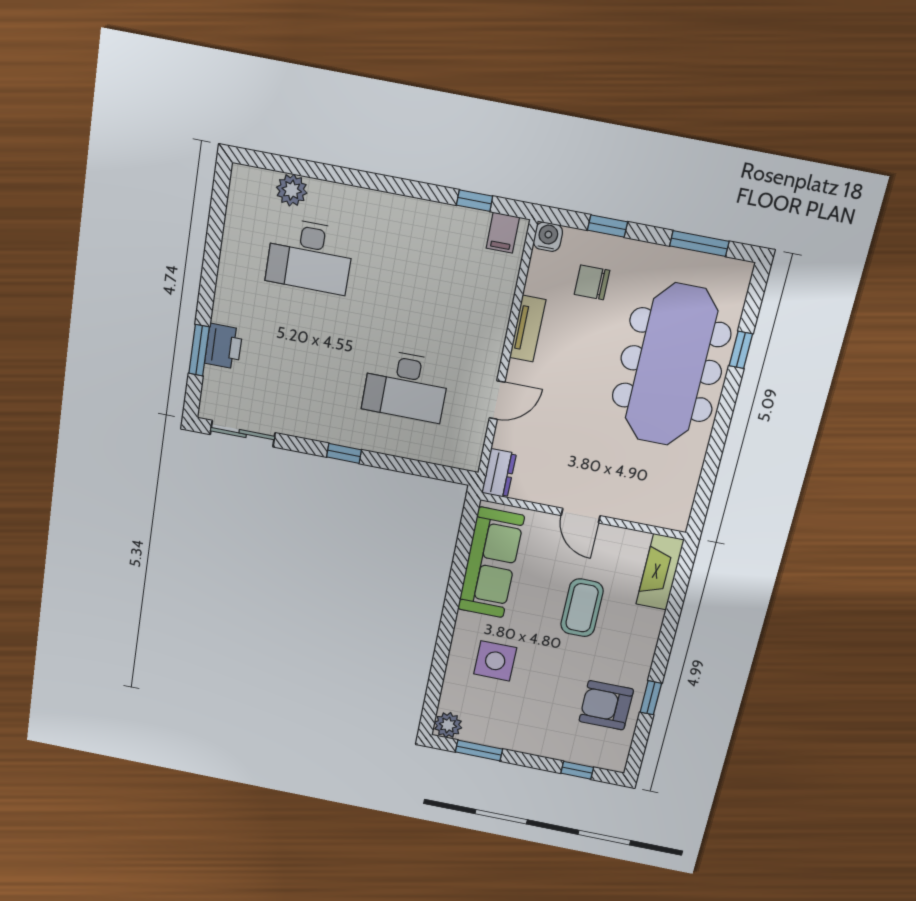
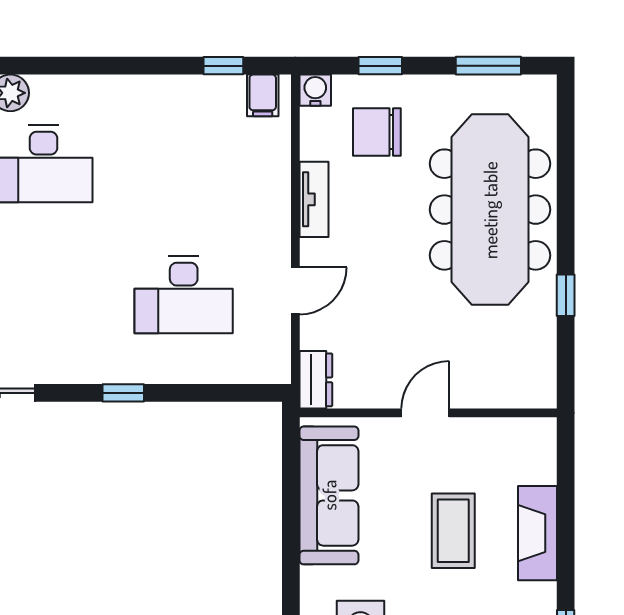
chair: (592, 282) -> (377, 132), width x1.37, depth x1.37
window: (741, 350) -> (566, 295), moved
door: (581, 516) -> (425, 413), swing flipped
fireplace: (660, 572) -> (537, 533), moved

